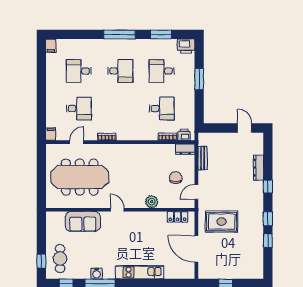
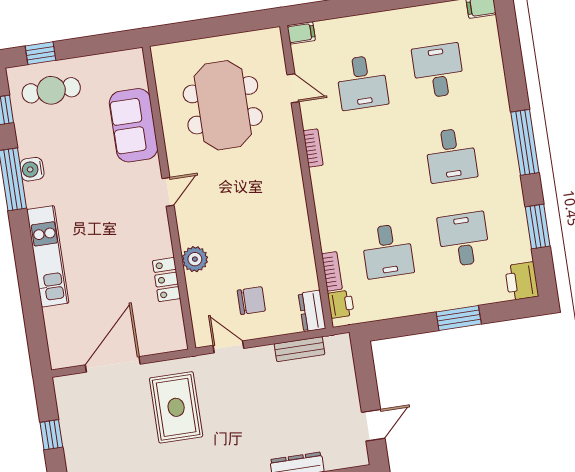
meeting table: (80, 177) -> (223, 105), width x0.73
locker: (178, 217) -> (167, 280), moved

